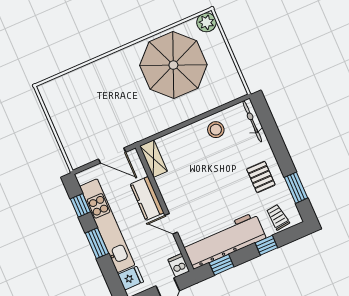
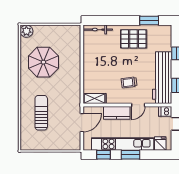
parasol: (173, 65) -> (43, 62), width x0.73, depth x0.73
sun lounger: (101, 93) -> (41, 113), added
stool: (216, 130) -> (93, 54), removed
pallet: (261, 177) -> (134, 39), width x1.50, depth x1.42
trolley: (278, 217) -> (129, 82), moved

